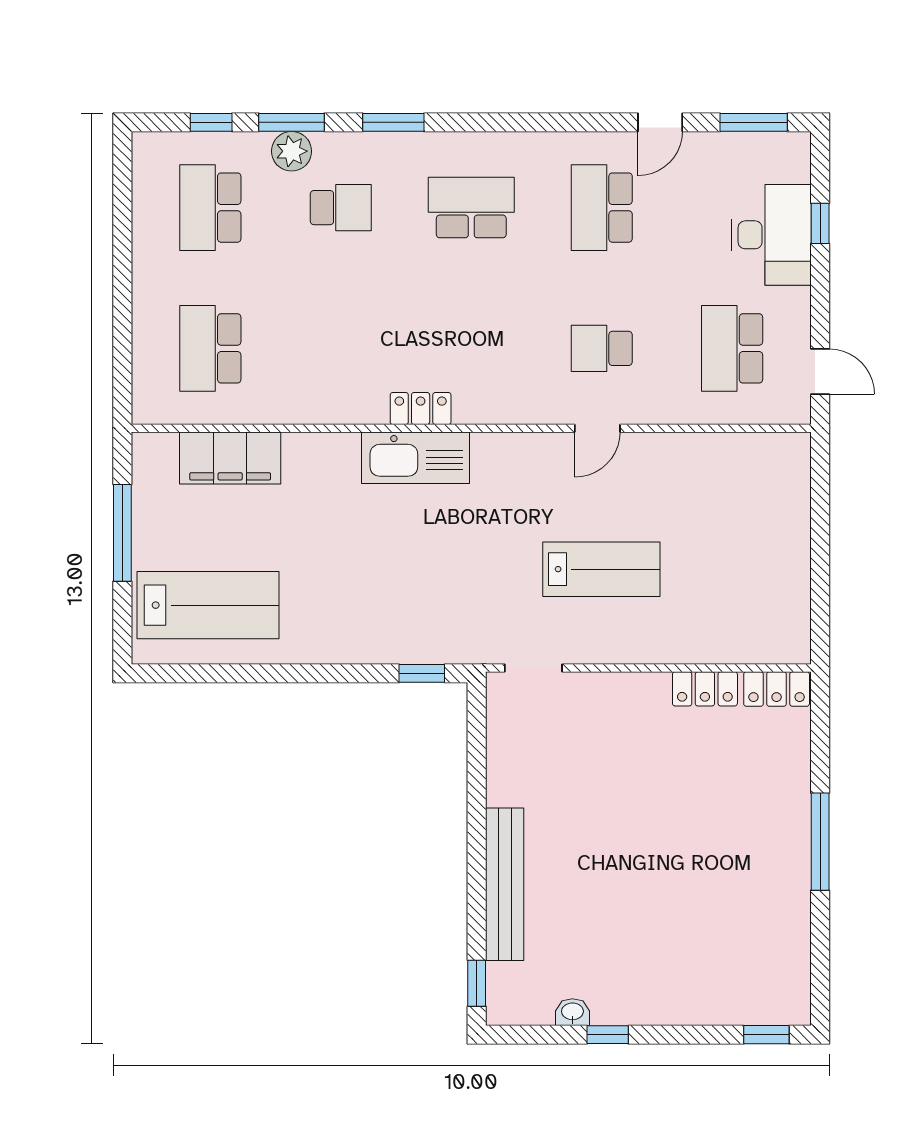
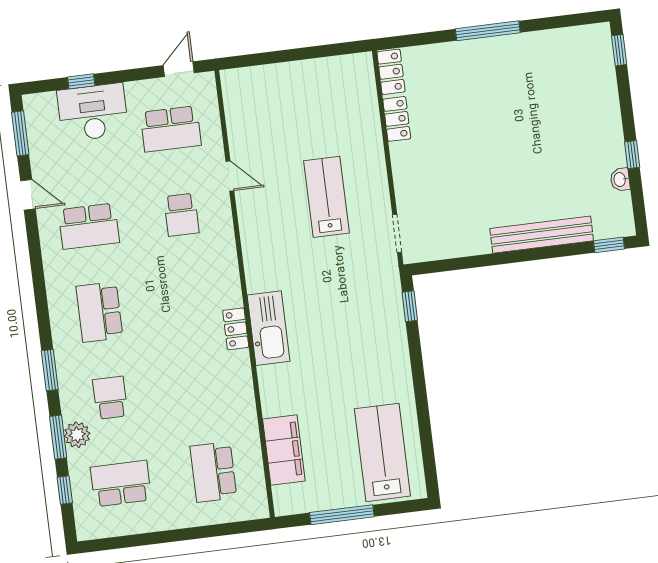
school desk: (210, 208) -> (121, 483), turned 180
school desk: (210, 348) -> (213, 472), turned 90
door: (597, 428) -> (230, 176), moved

